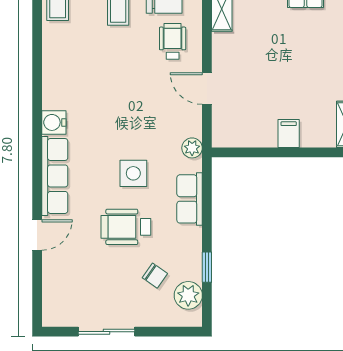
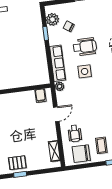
door: (207, 89) -> (56, 114), hinge flipped
filing cabinet: (289, 133) -> (40, 96), moved
row of seats: (190, 199) -> (58, 63), width x1.48

